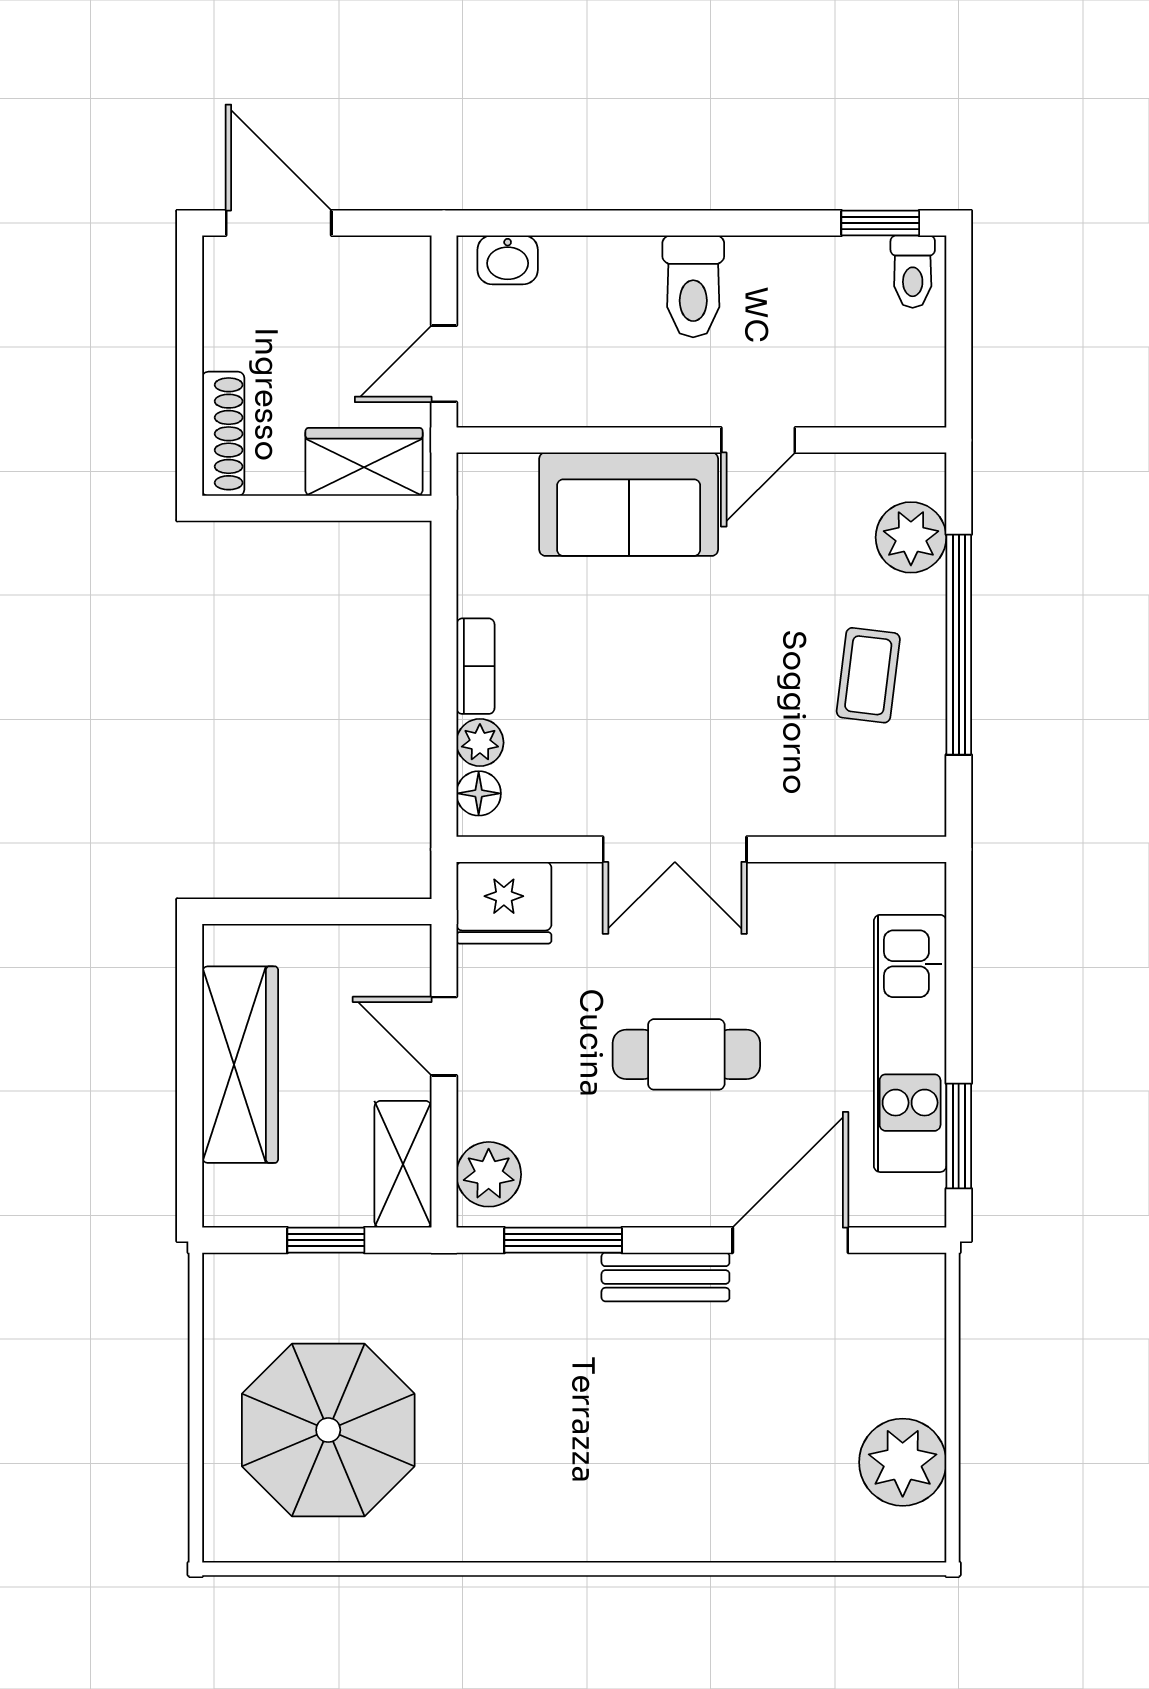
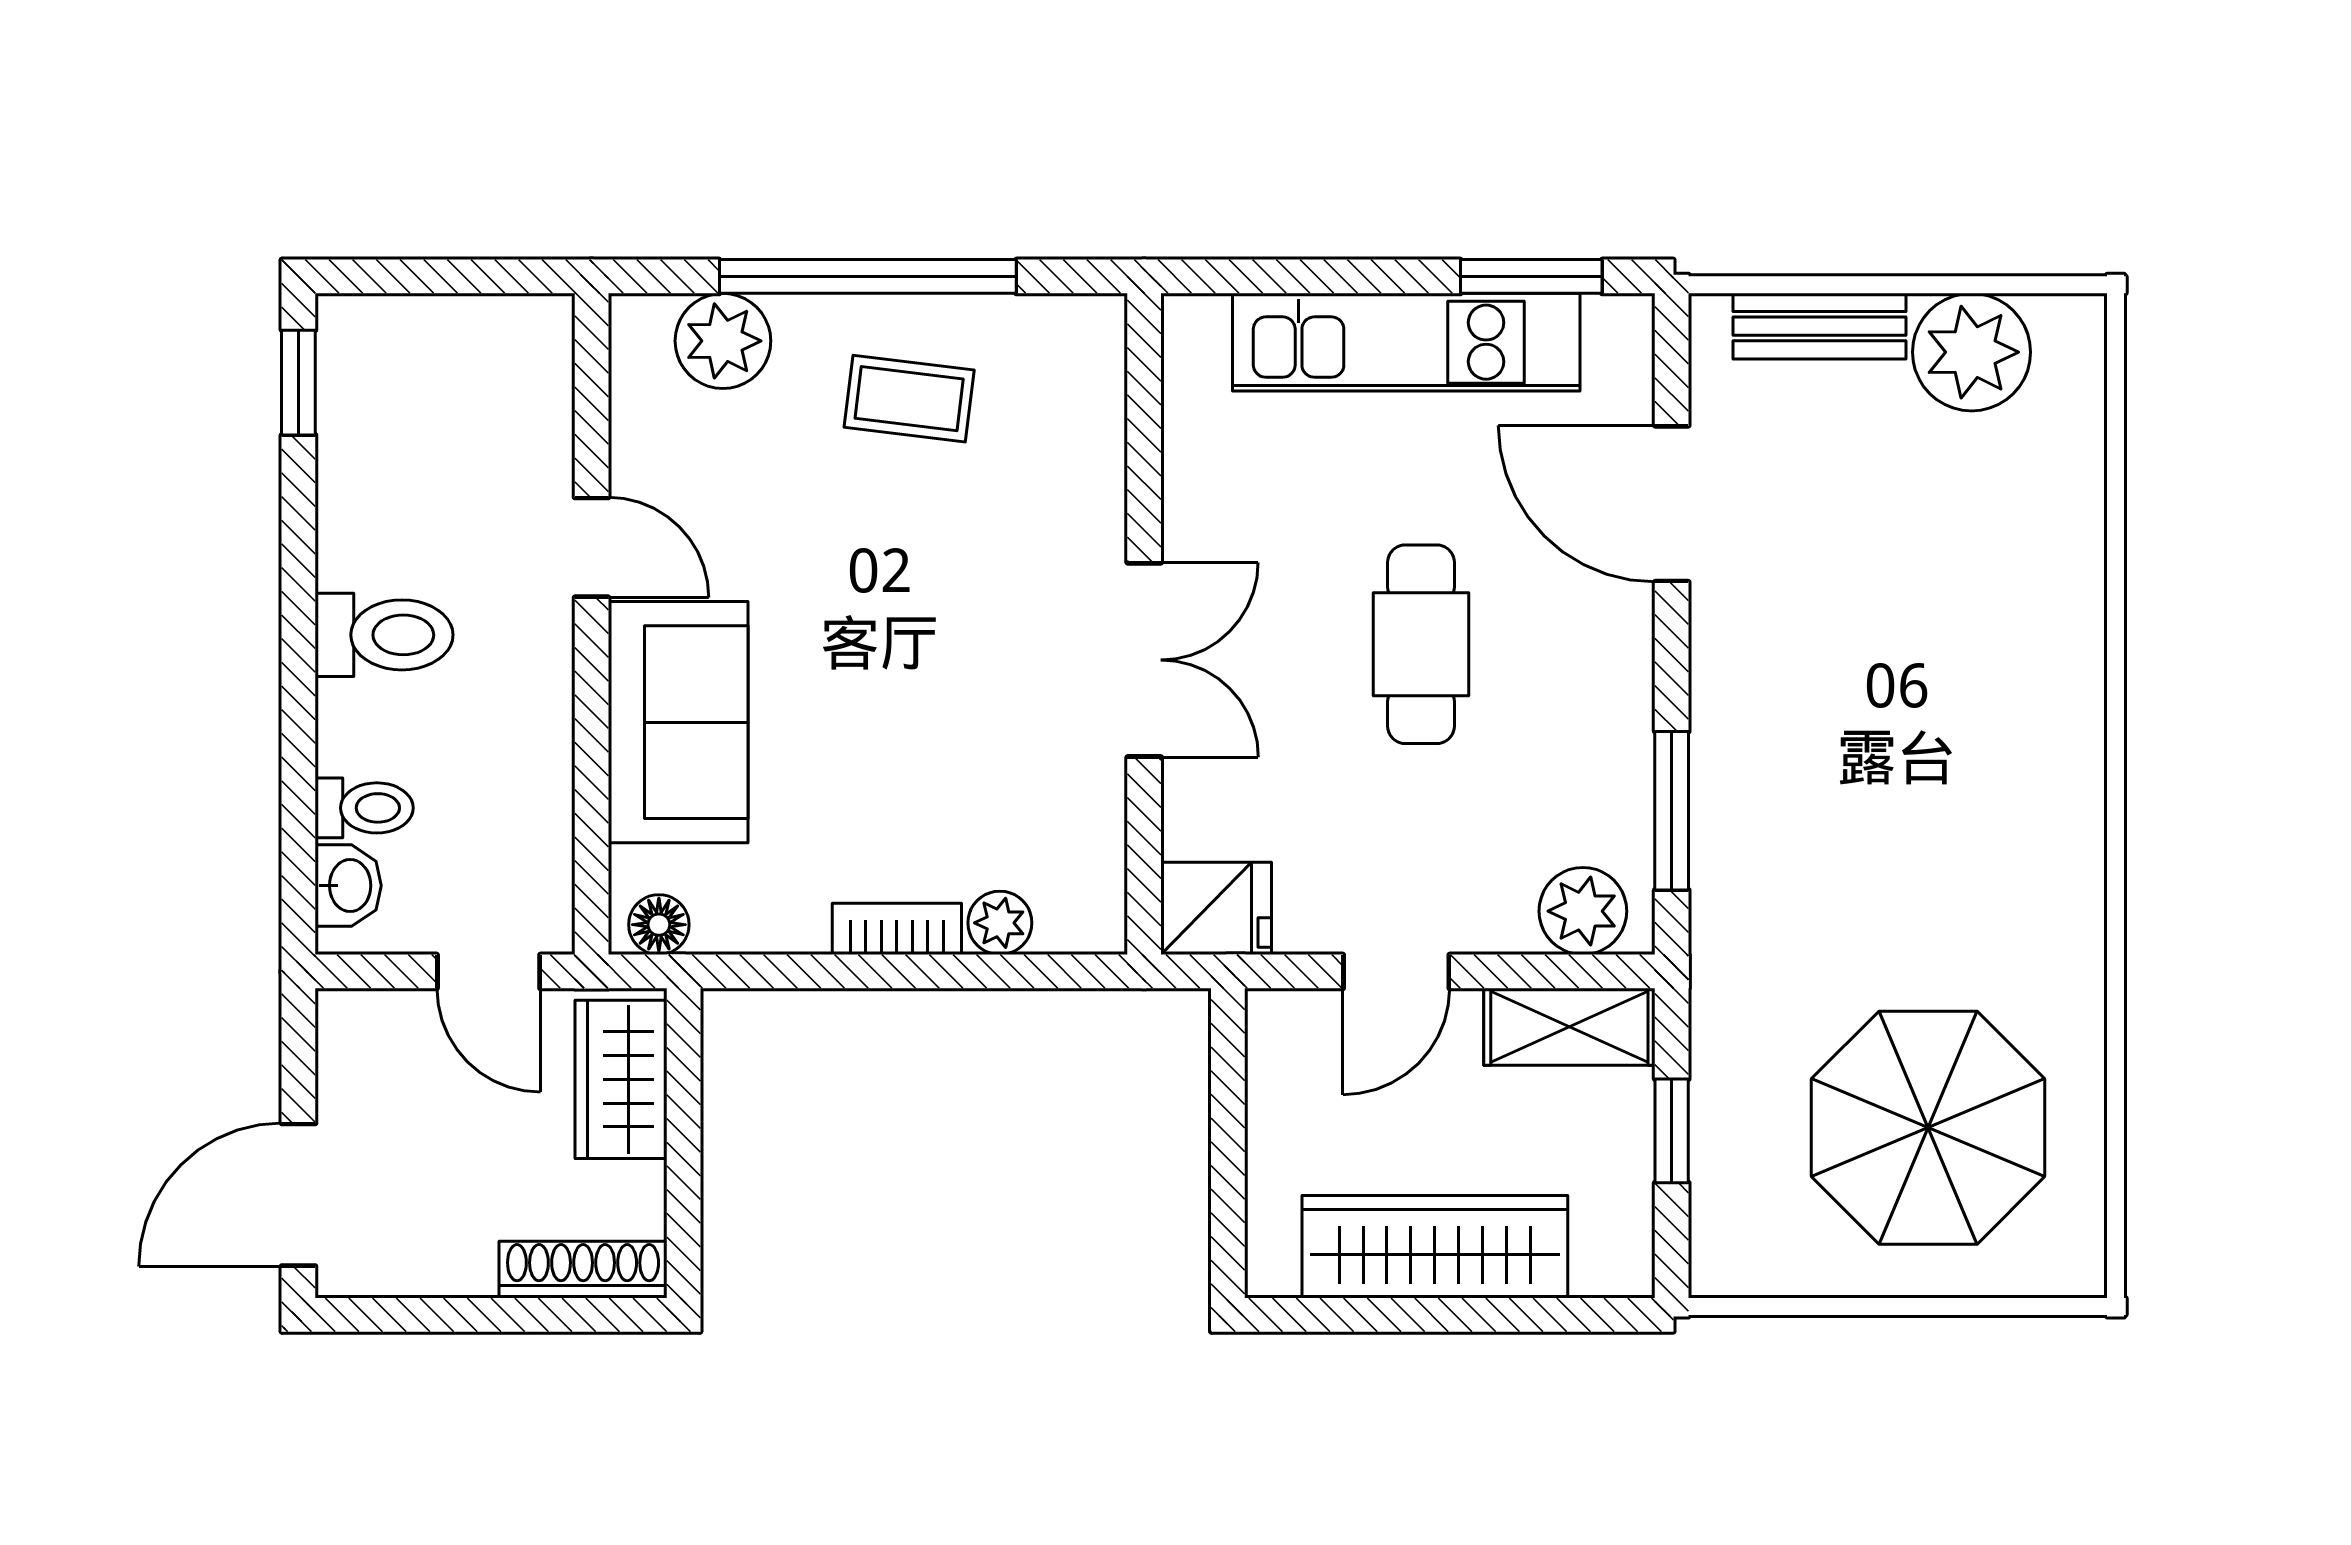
toilet: (913, 272) -> (364, 808), moved
floor lamp: (479, 793) -> (659, 925), moved
fridge: (504, 903) -> (1216, 908), width x0.72
bench: (665, 1277) -> (1819, 326), moved, turned 90

